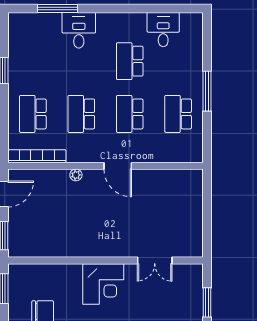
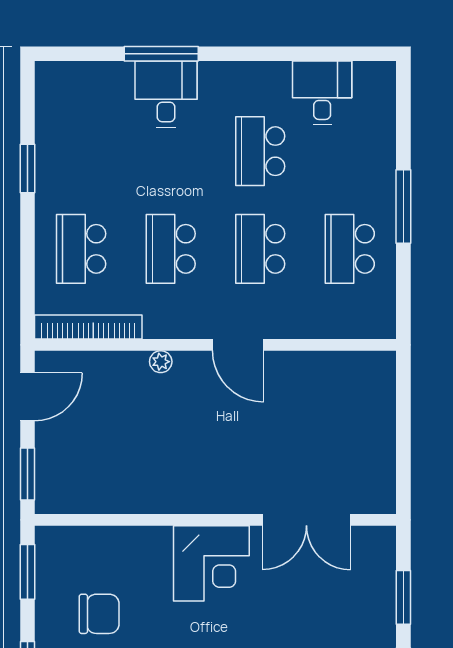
window: (57, 8) -> (161, 54), moved
double door: (155, 261) -> (306, 520), width x1.37

